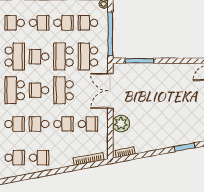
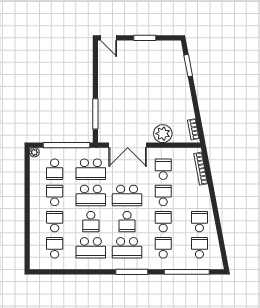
school desk: (15, 23) -> (55, 248), turned 180
school desk: (15, 57) -> (91, 248), turned 180
school desk: (39, 124) -> (163, 222), turned 180

